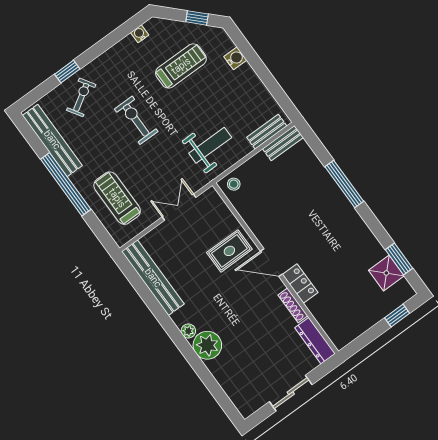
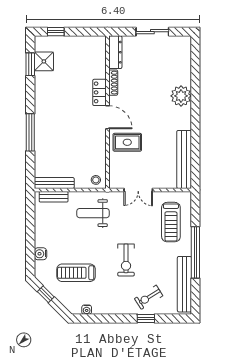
bench: (283, 143) -> (54, 183), width x1.36
plant: (188, 331) -> (186, 113), removed

